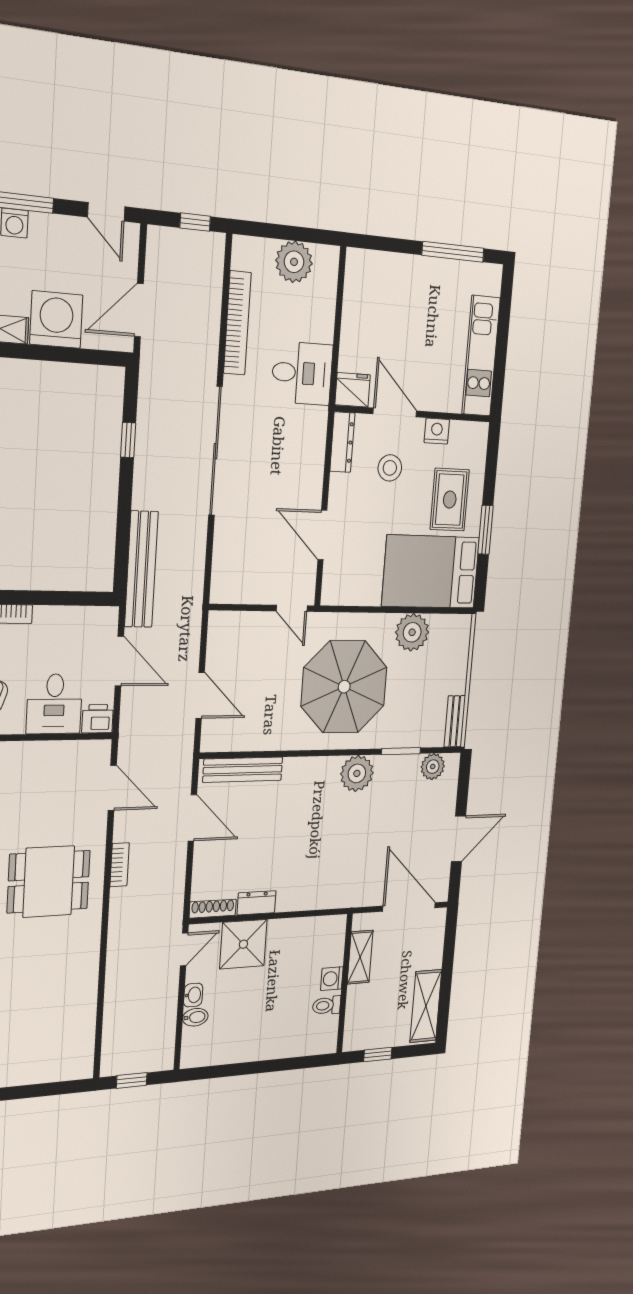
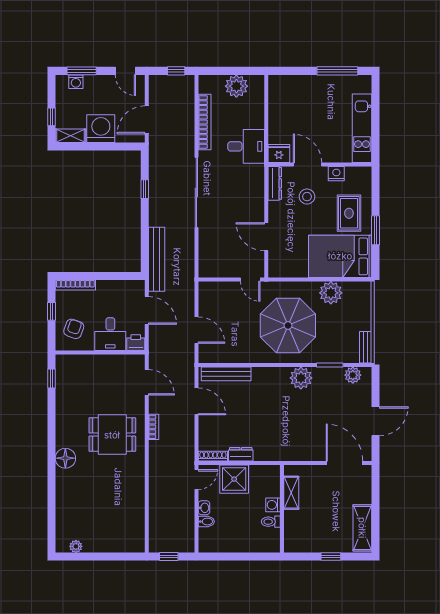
shelving: (360, 957) -> (291, 493), moved
washing machine: (332, 979) -> (273, 505), moved
wall: (344, 984) -> (282, 509), moved
toilet: (327, 1005) -> (271, 522), moved

